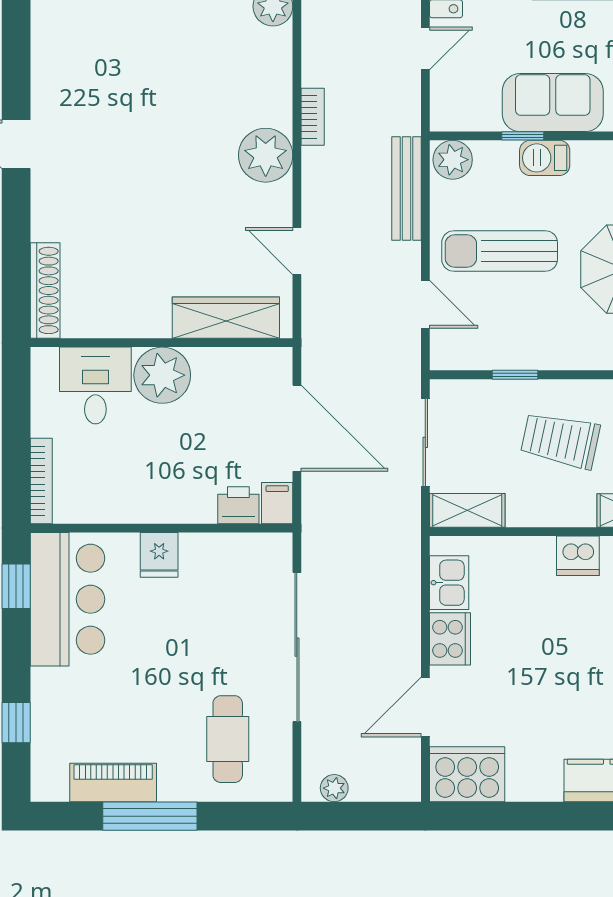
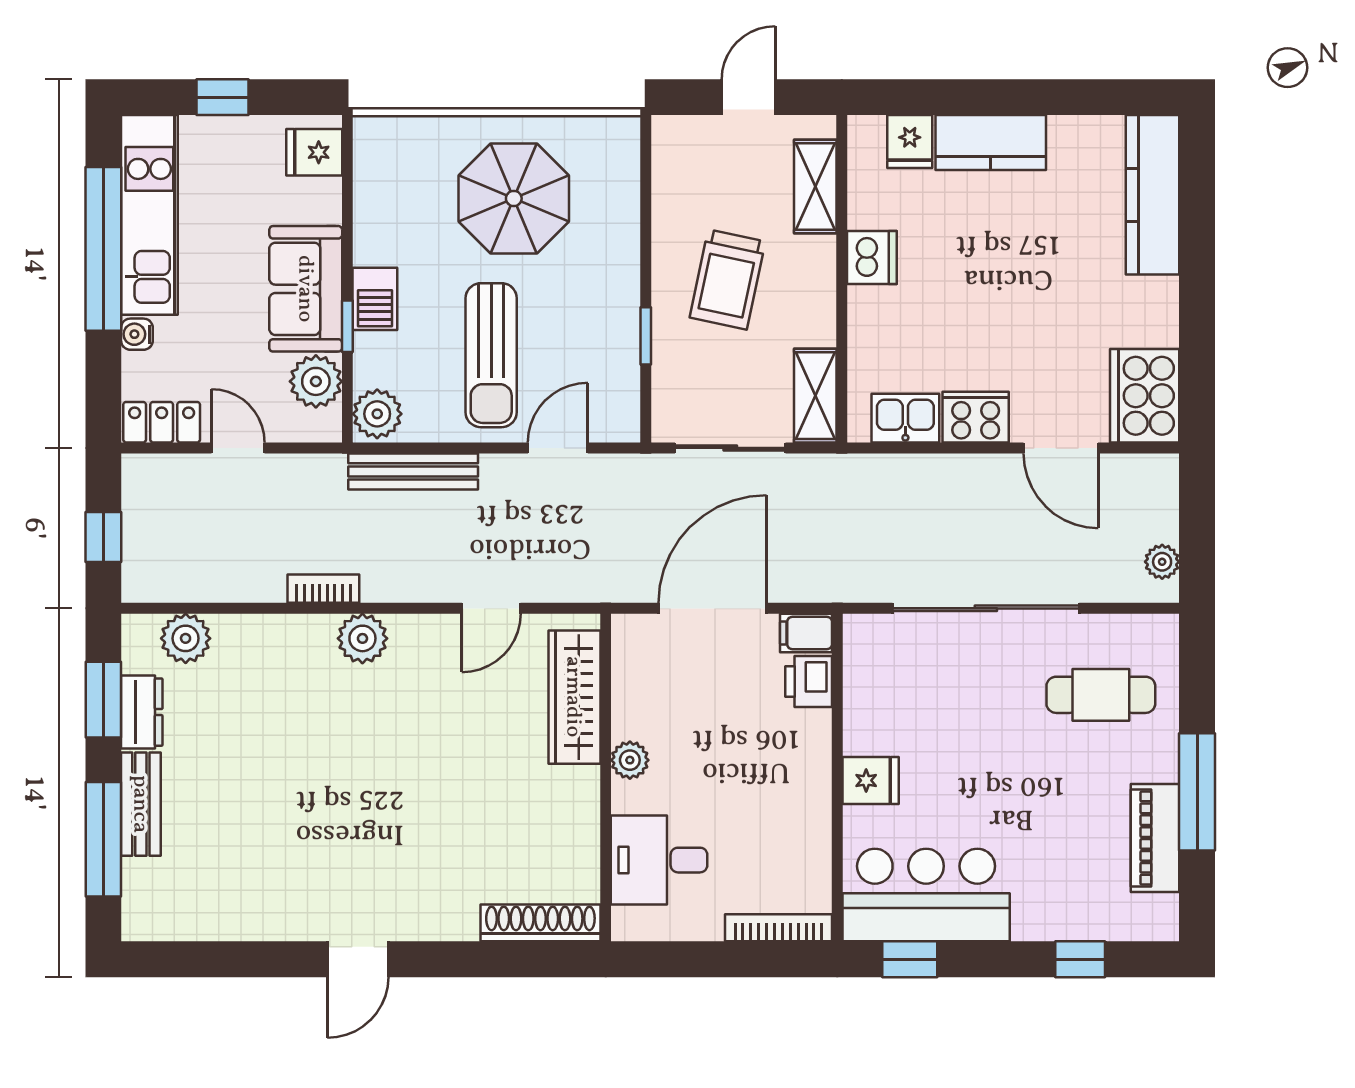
plant: (479, 111) -> (316, 381), added
plant: (266, 155) -> (362, 638), width x0.73, depth x0.73
plant: (162, 375) -> (630, 760), width x0.53, depth x0.53

